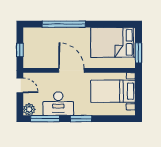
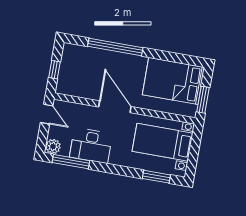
window: (81, 119) -> (156, 177), moved

